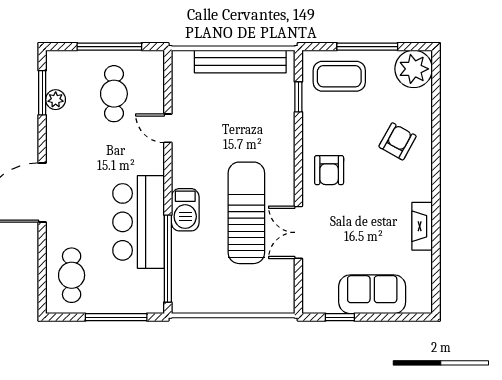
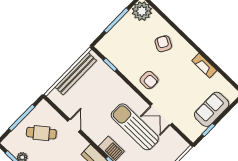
coffee table: (339, 76) -> (117, 42), removed
cafe table: (114, 94) -> (41, 133), turned -39
door: (168, 128) -> (74, 126), swing flipped

